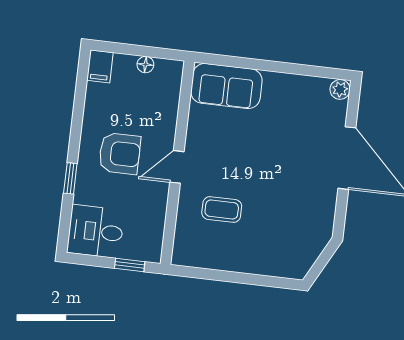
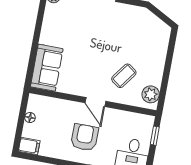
coffee table: (222, 210) -> (124, 76), turned 36
plant: (195, 254) -> (151, 94), added

